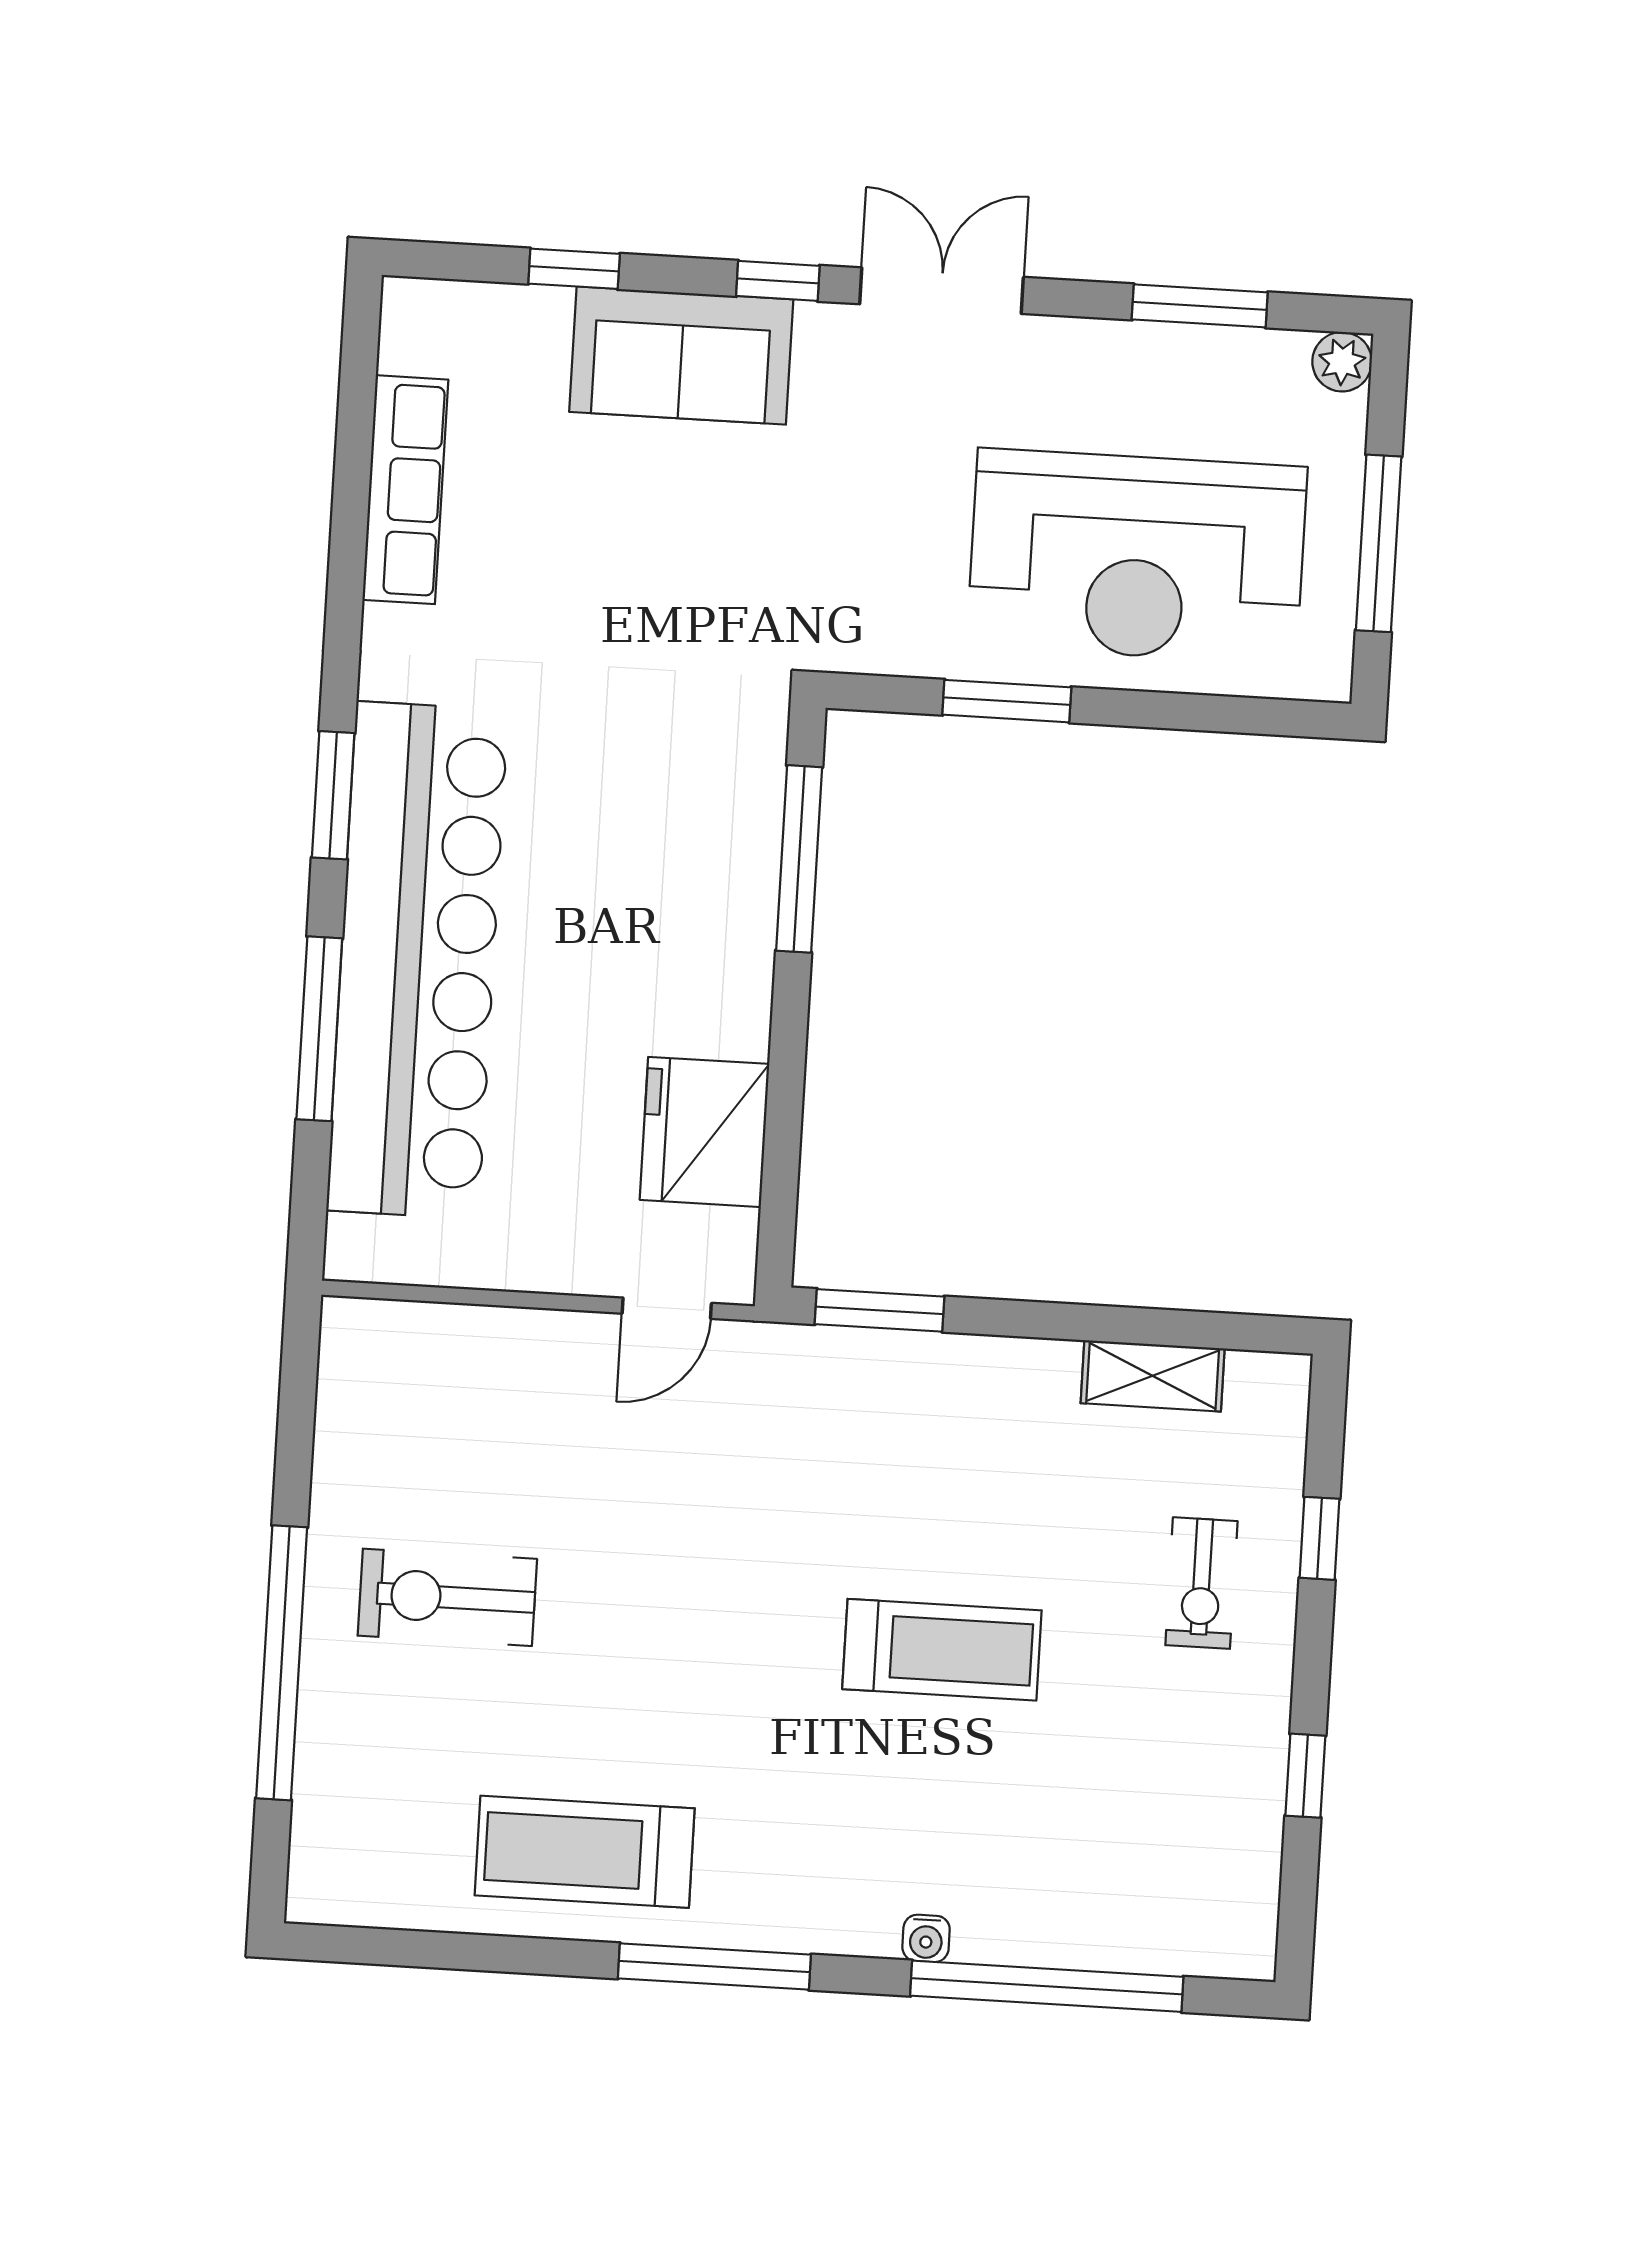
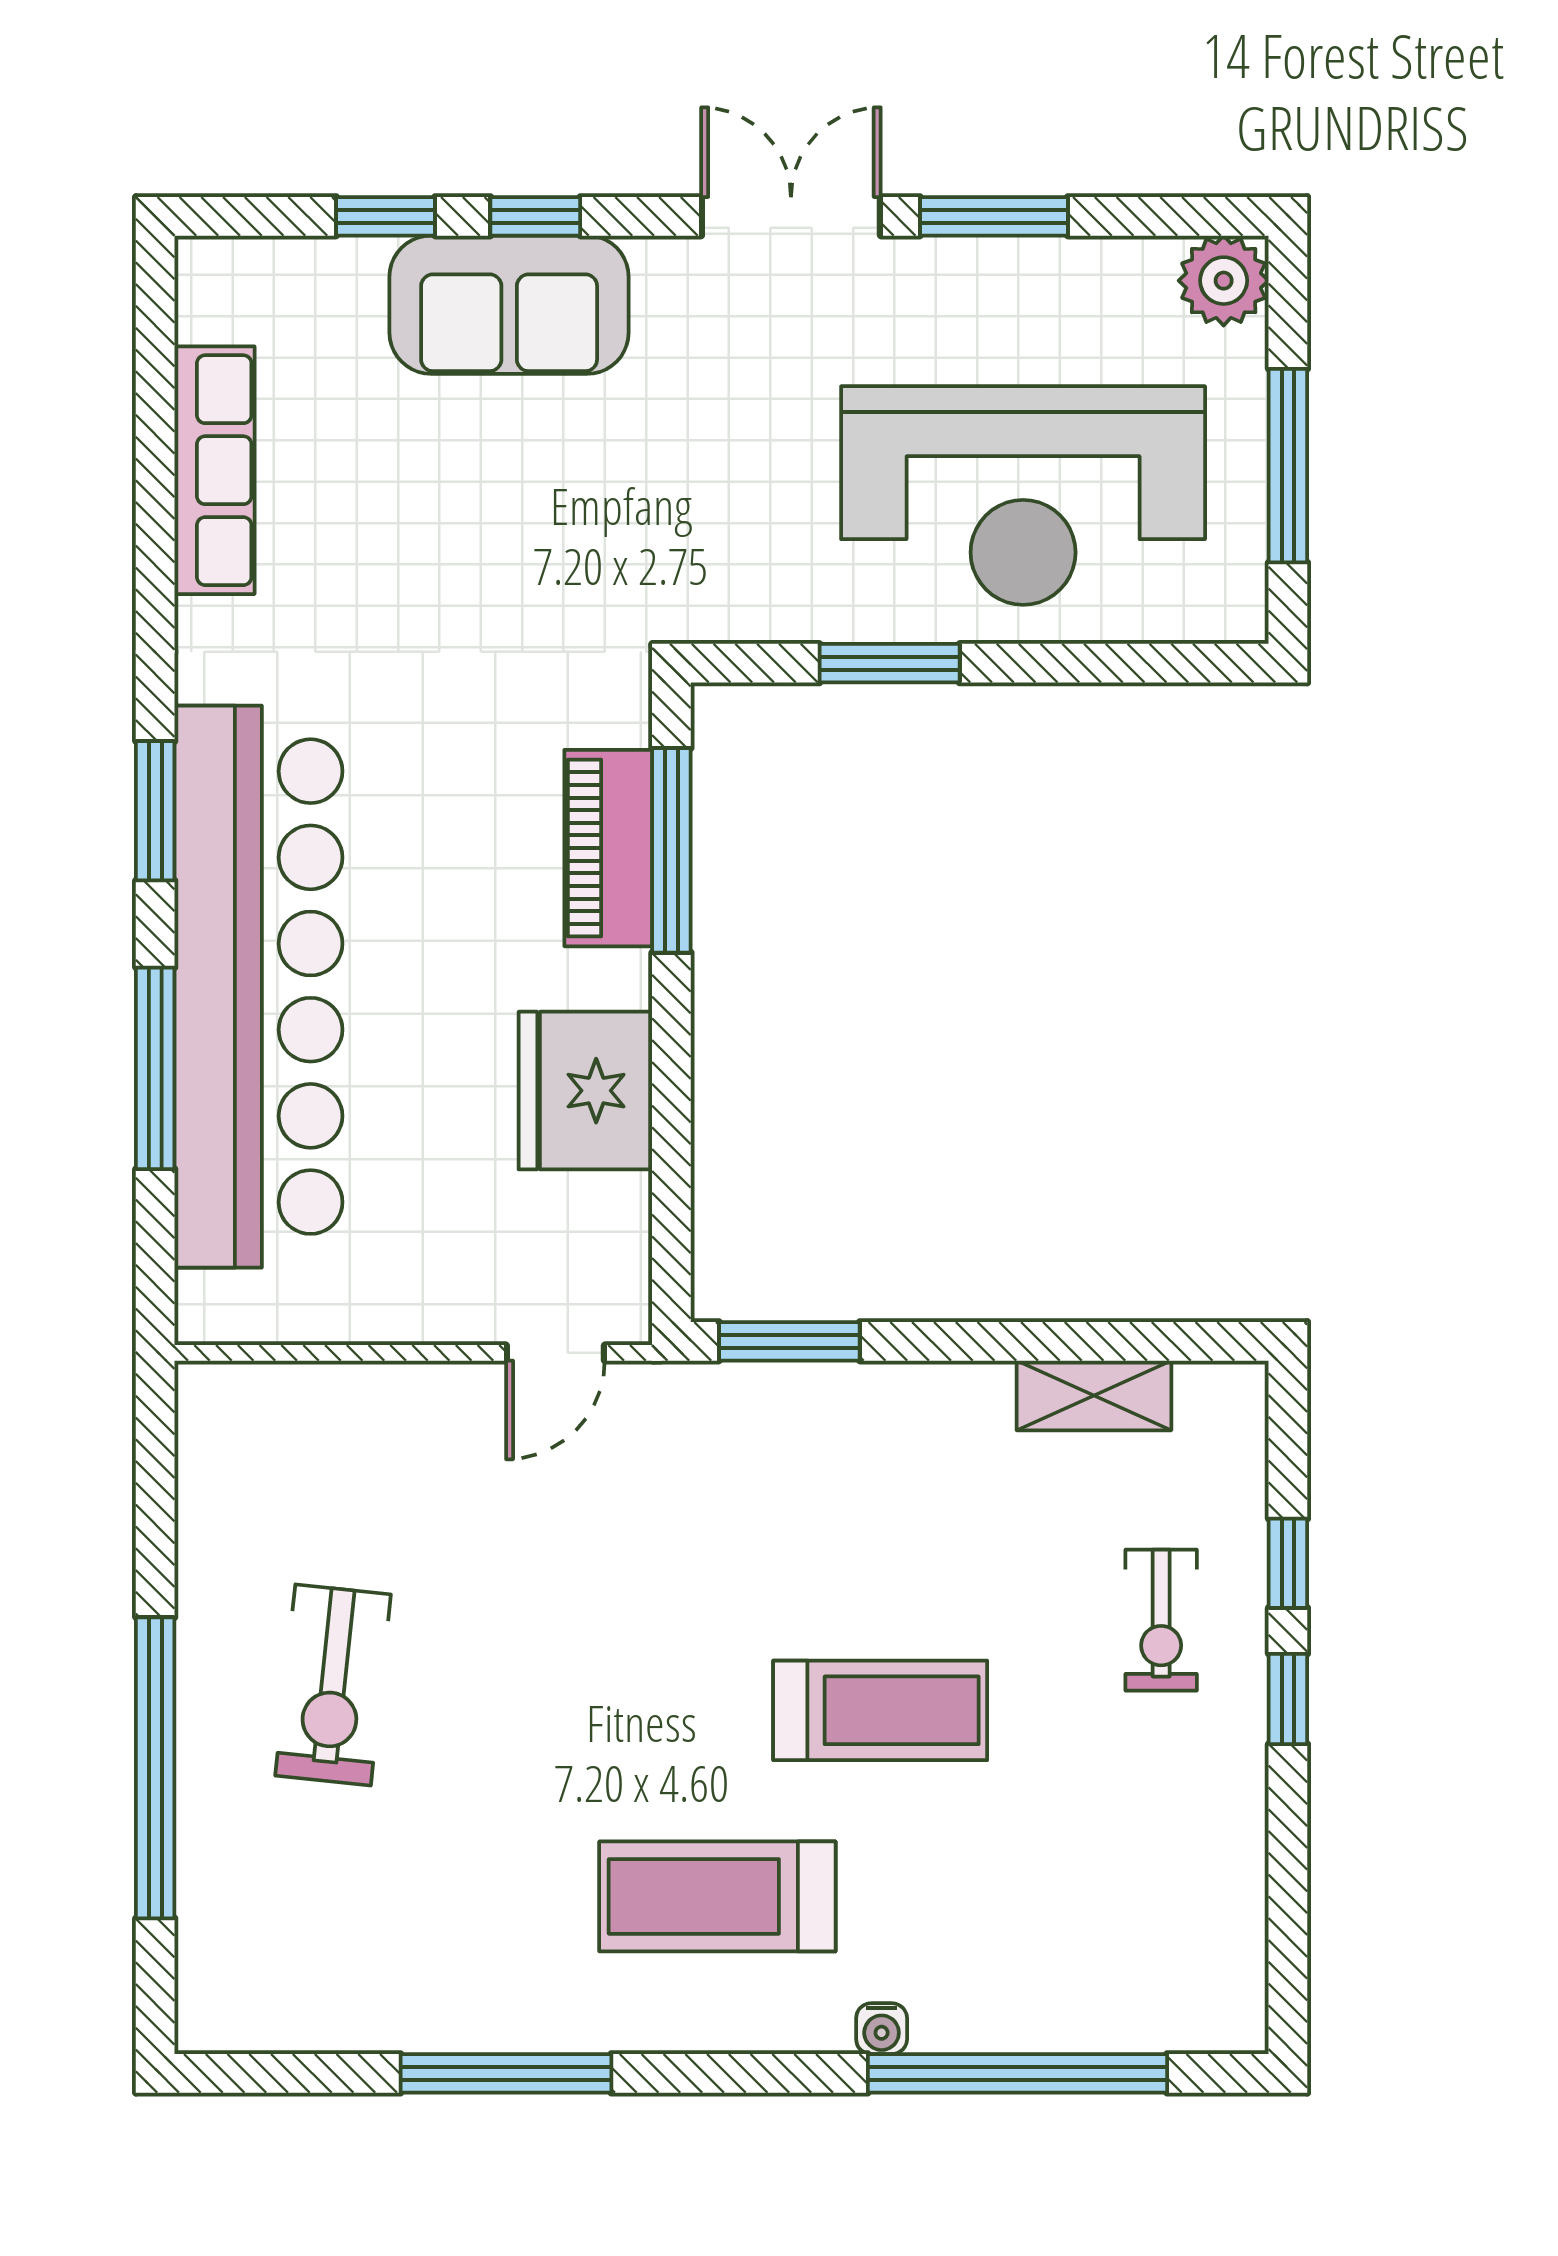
window: (778, 281) -> (535, 216), moved
window: (1200, 306) -> (994, 216), moved
plant: (1342, 362) -> (1224, 281), width x1.38, depth x1.38
piano: (742, 853) -> (608, 848), added
fridge: (705, 1132) -> (585, 1091), moved
exercise bike: (447, 1597) -> (333, 1685), turned -84
window: (1305, 1776) -> (1288, 1699), moved
treadmill: (585, 1852) -> (717, 1896), moved
window: (714, 1966) -> (506, 2073), moved

